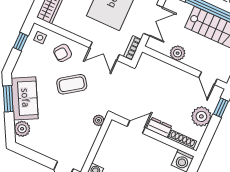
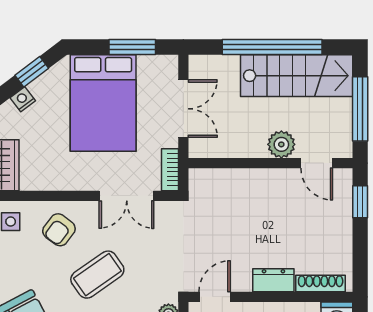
plant: (178, 53) -> (281, 144), moved
plant: (201, 116) -> (334, 231), removed
door: (136, 127) -> (215, 297), moved

